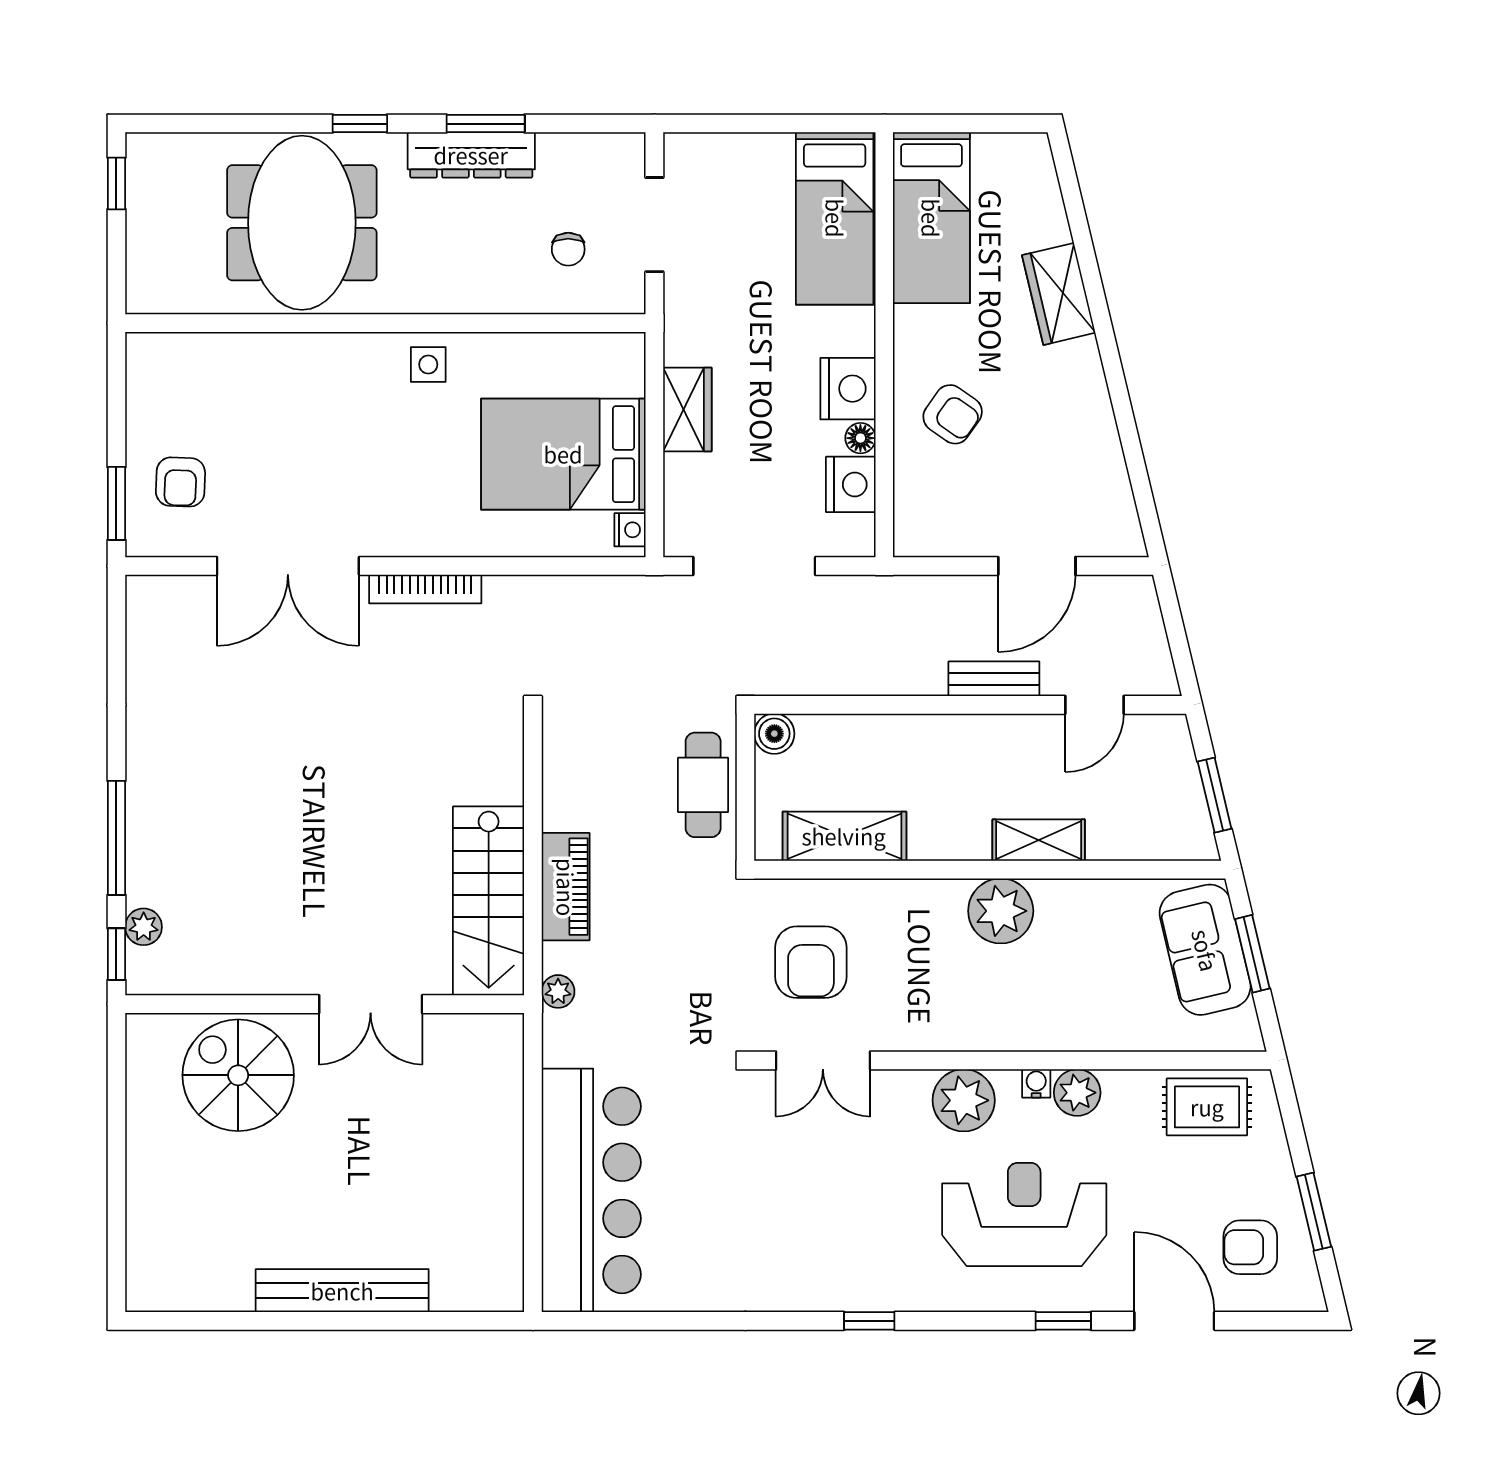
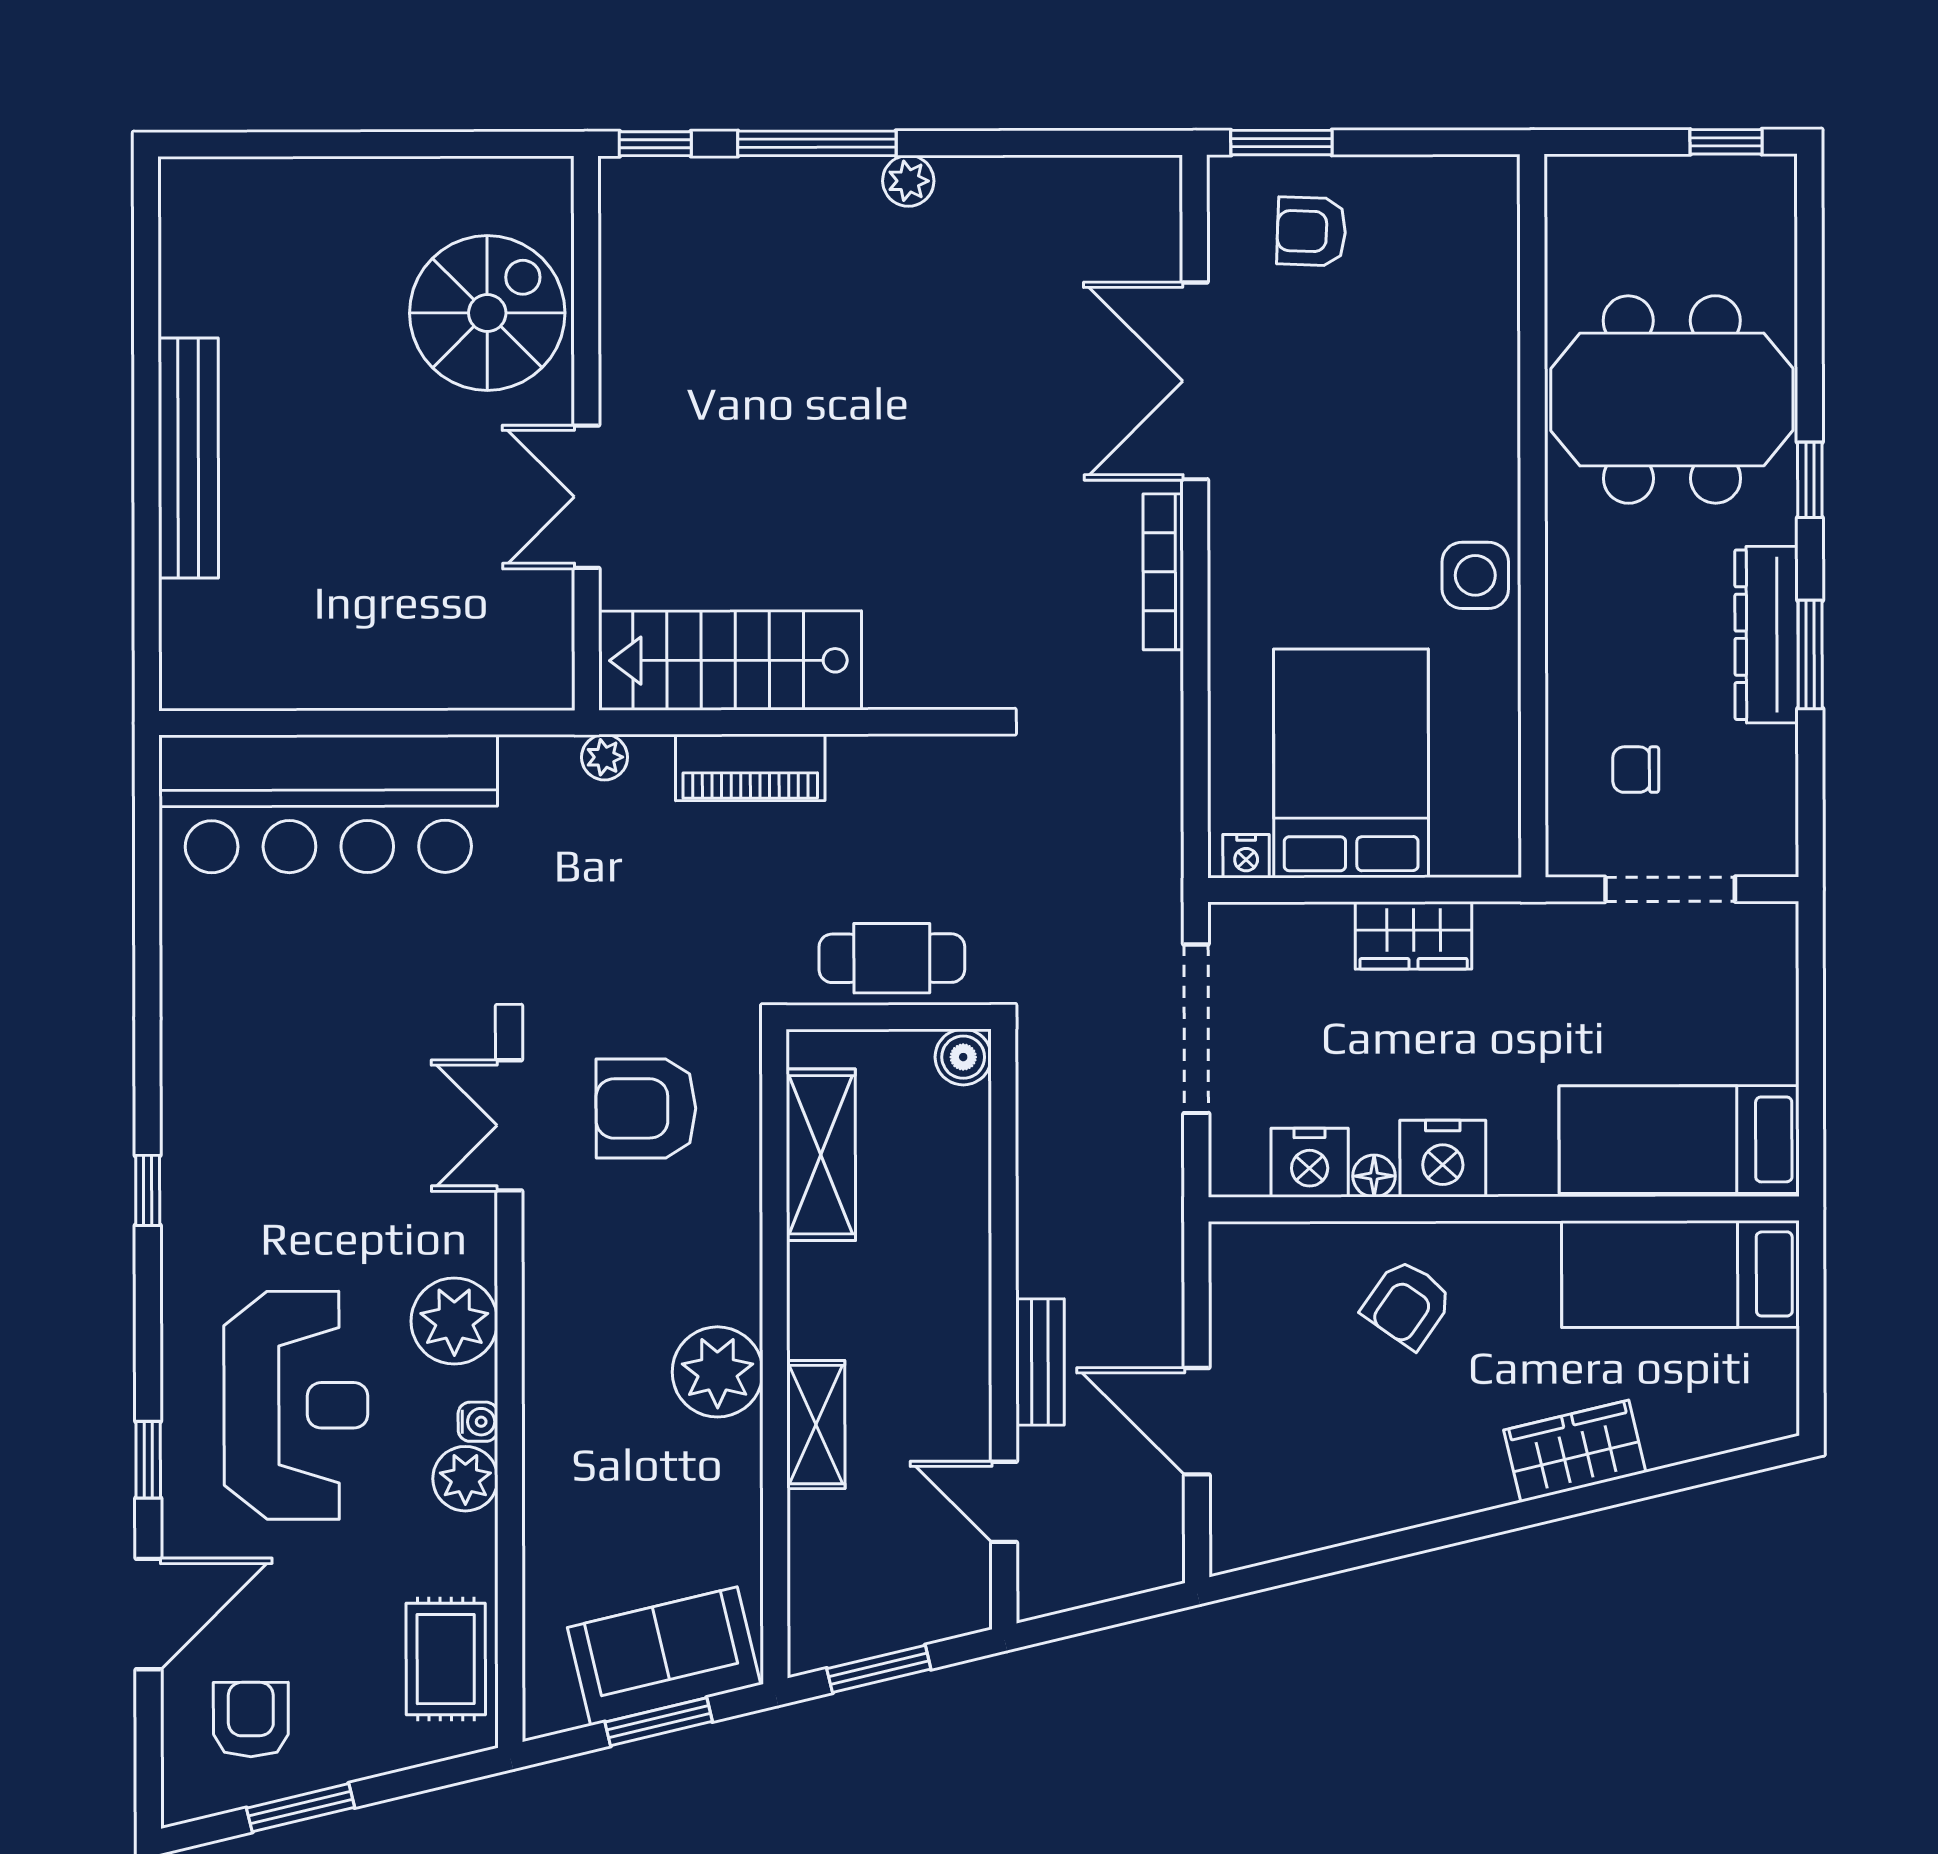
side table: (428, 364) -> (1475, 575), width x1.37, depth x1.37
plant: (144, 927) -> (908, 181), moved

